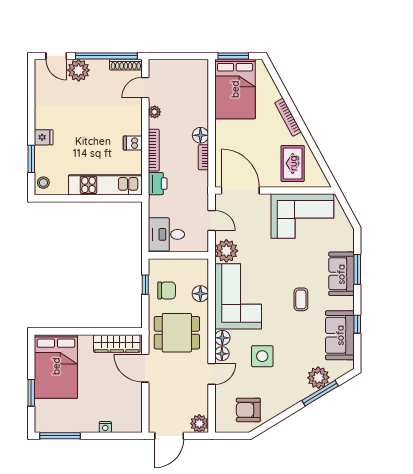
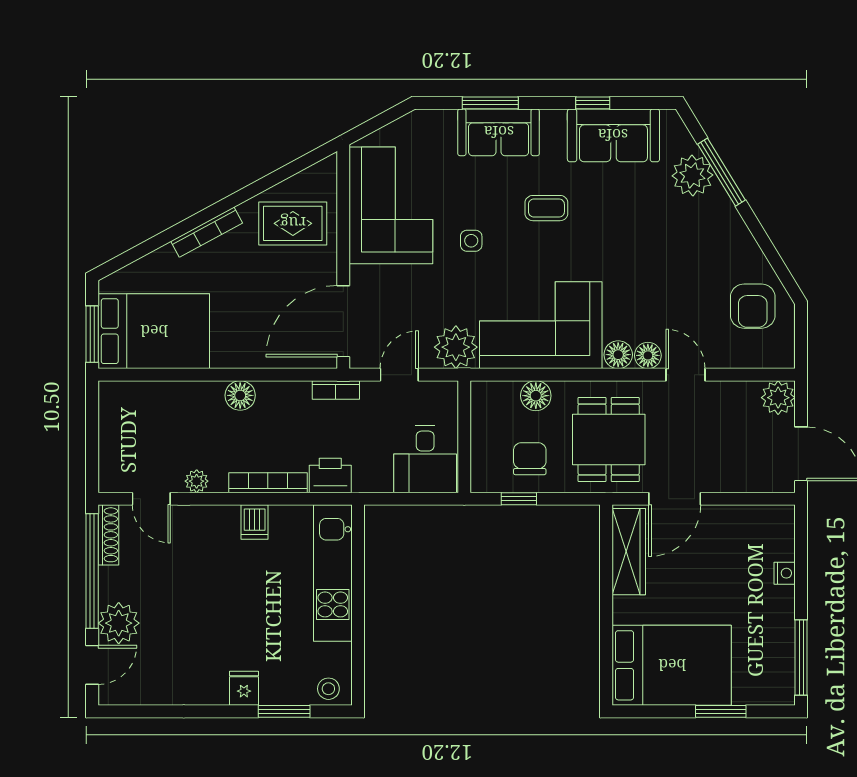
bookcase: (203, 157) -> (336, 390), moved
side table: (262, 356) -> (471, 241), moved, width x0.54, depth x0.54

